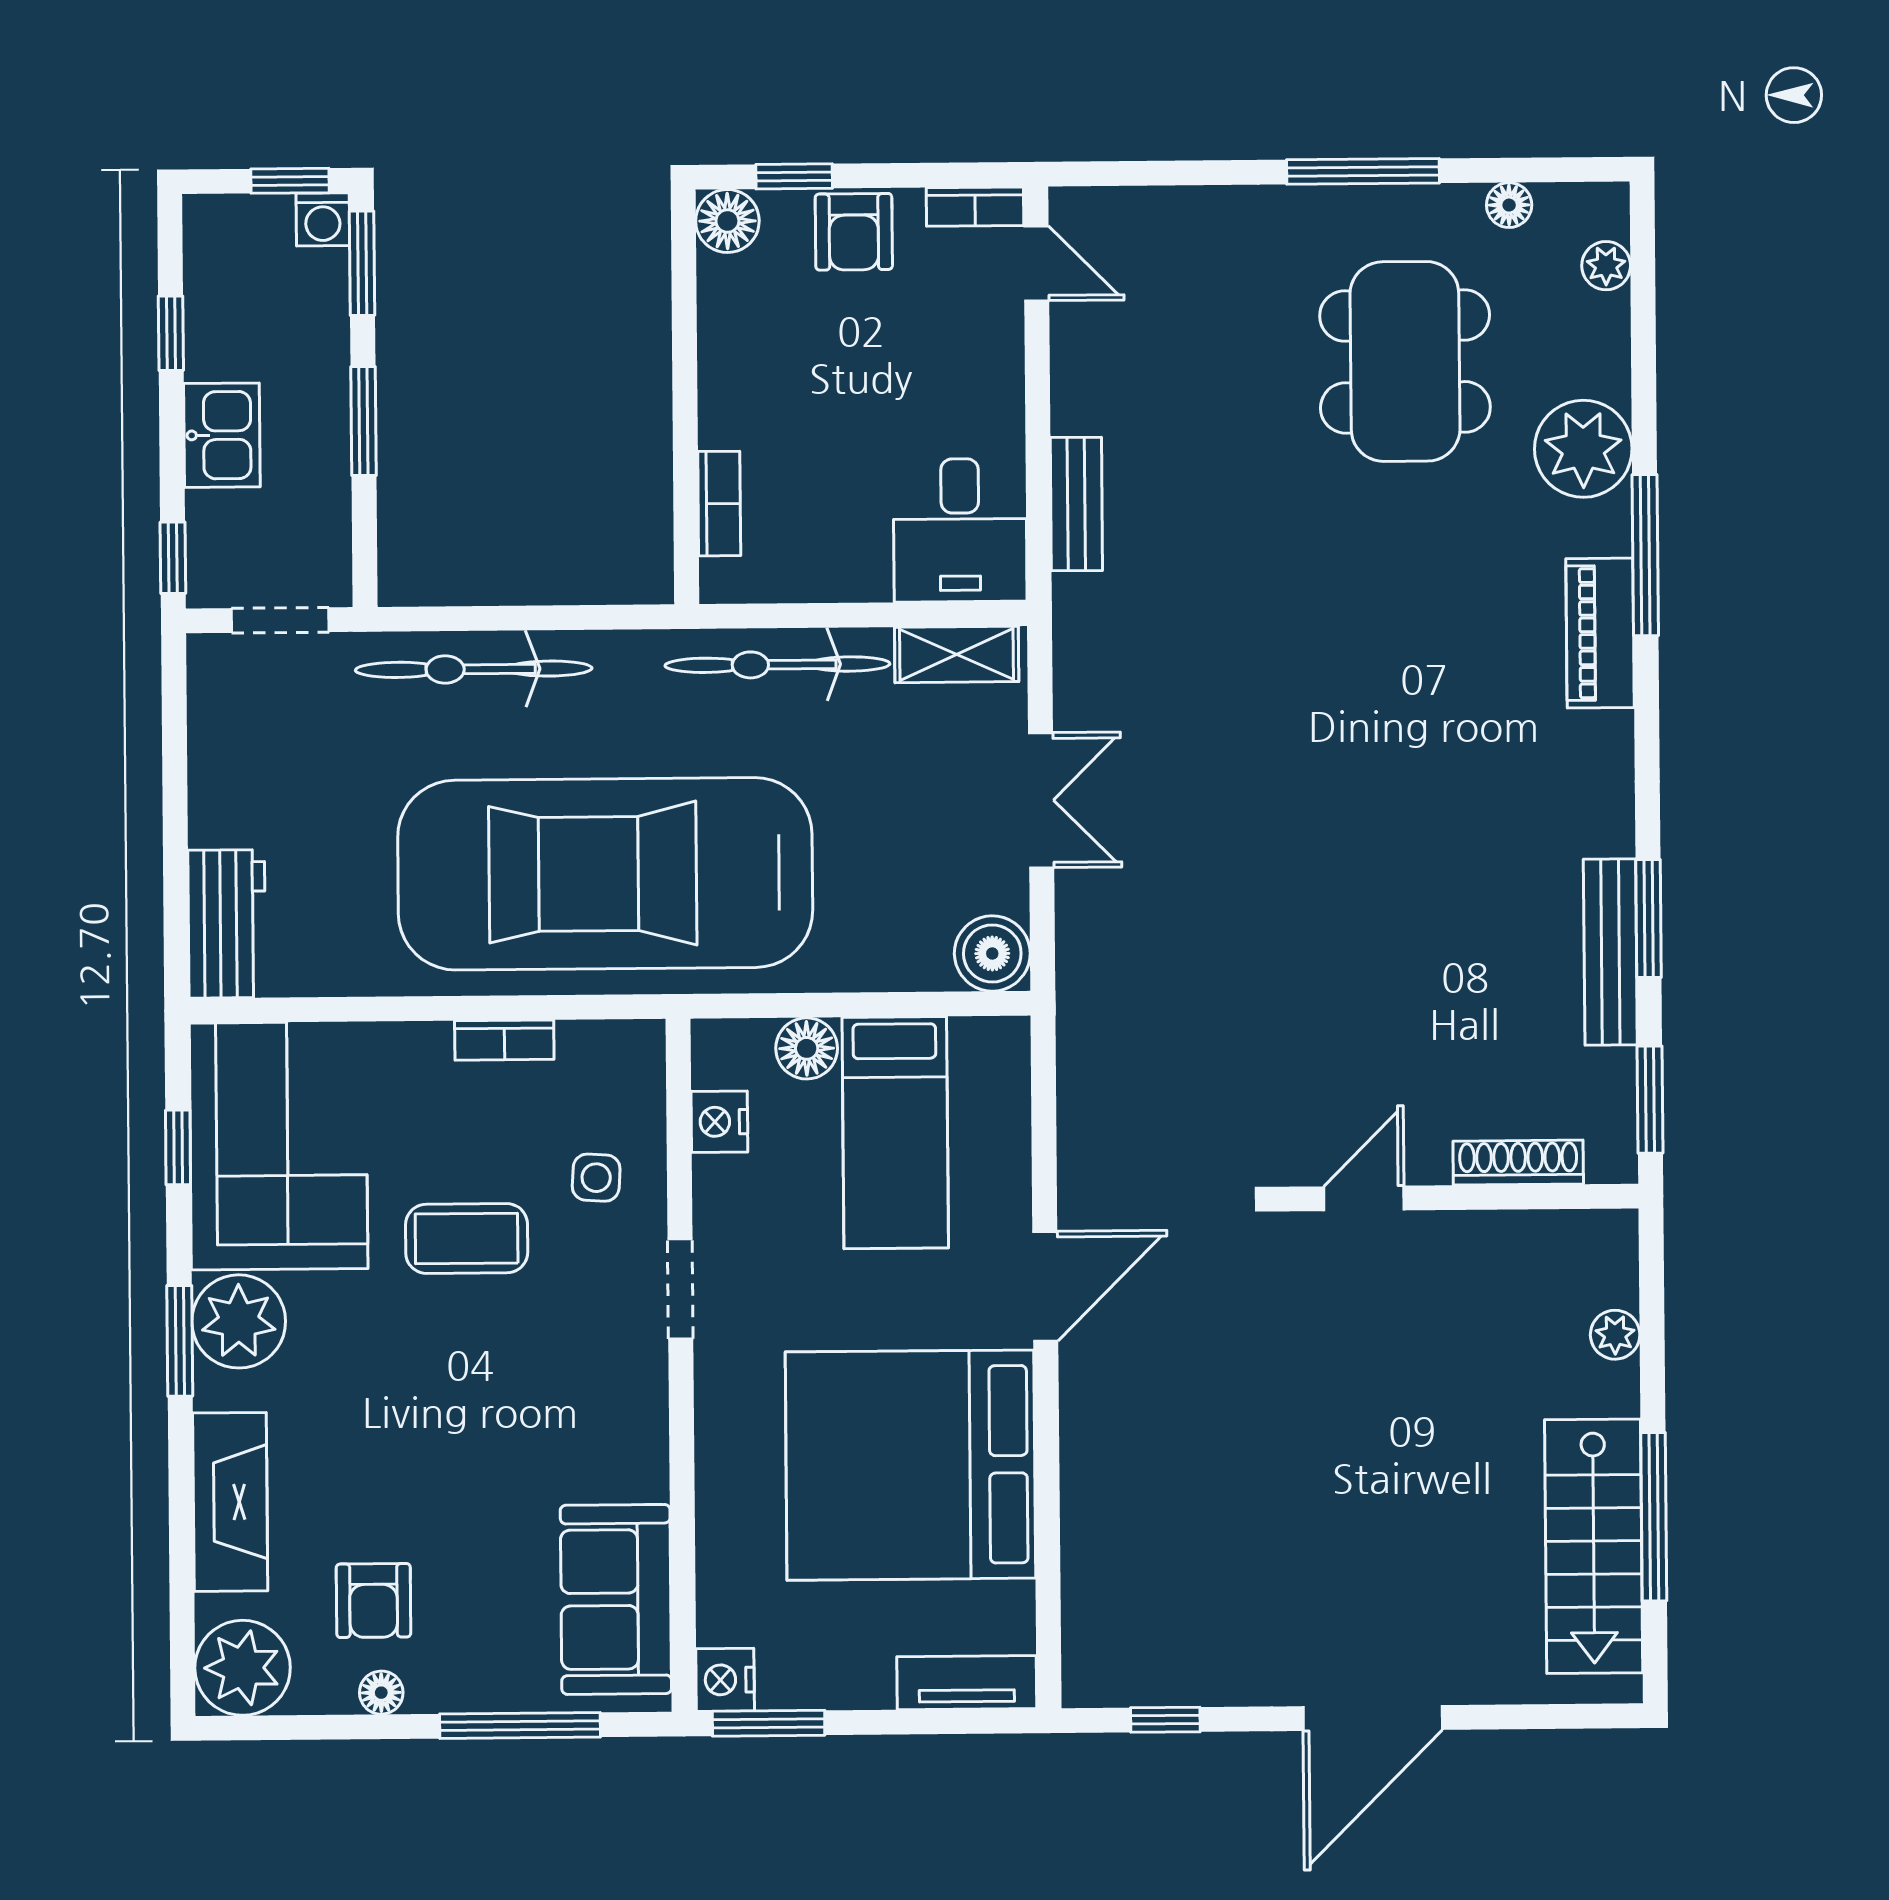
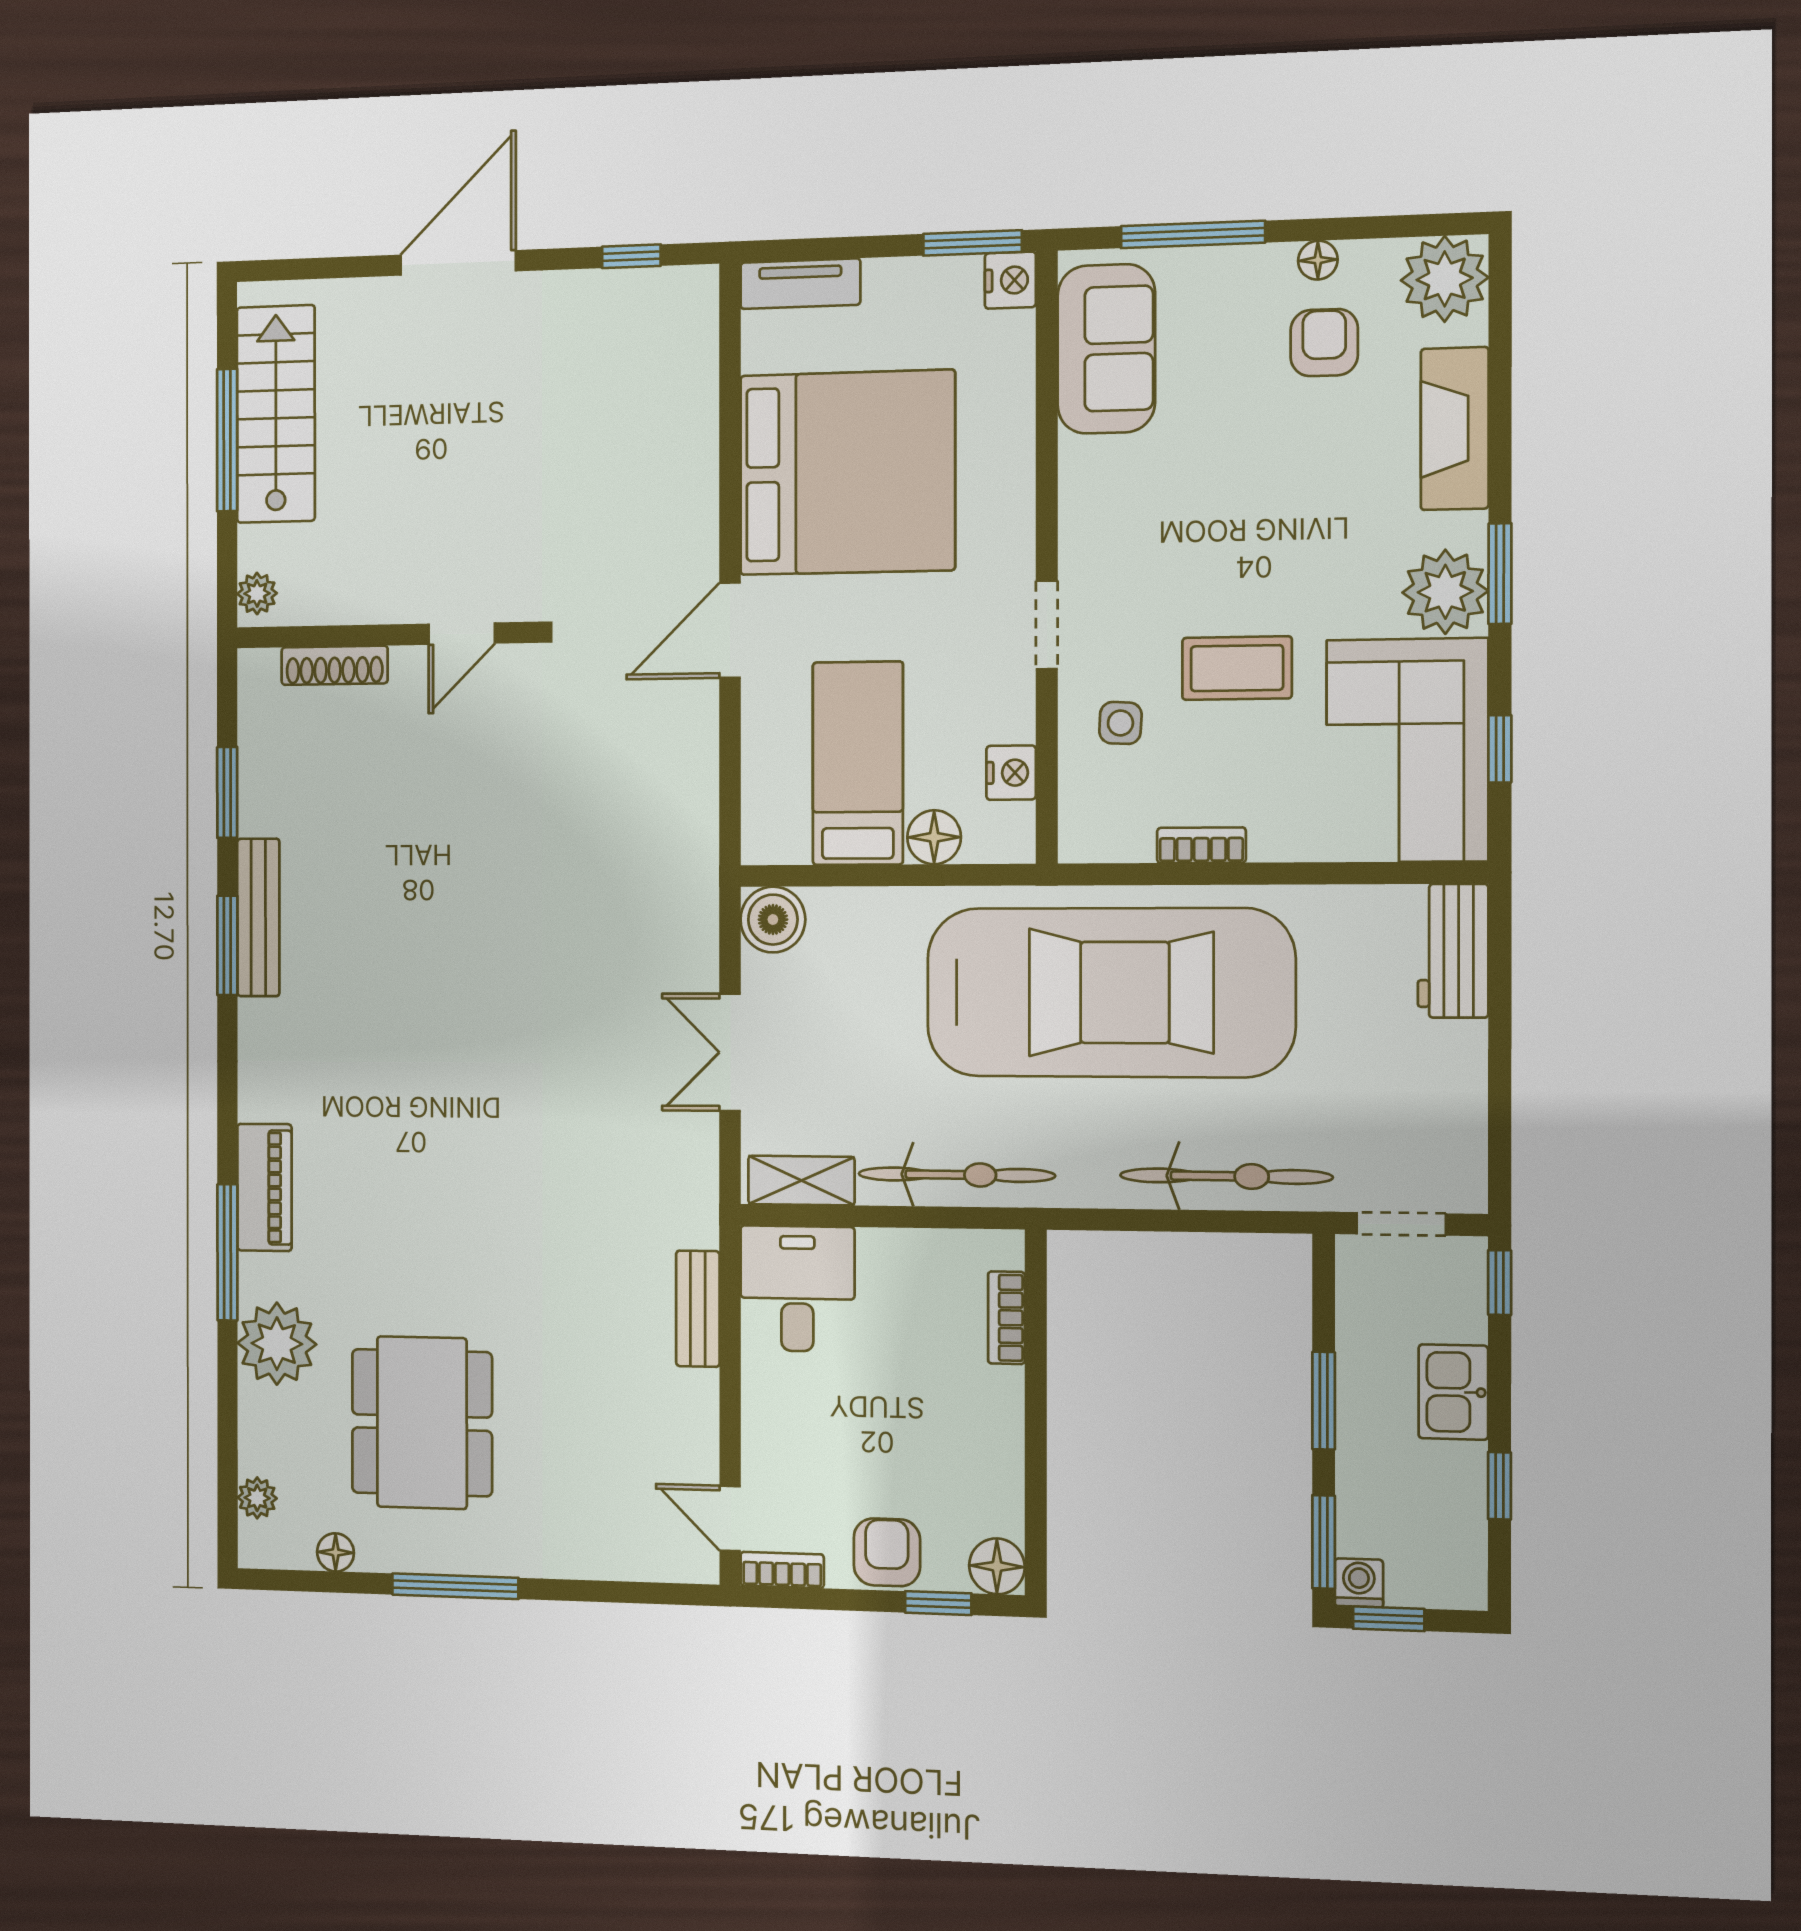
shoe rack: (1518, 1163) -> (335, 665), moved
door: (1364, 1198) -> (462, 634), moved
wall: (1459, 1198) -> (383, 635), moved

